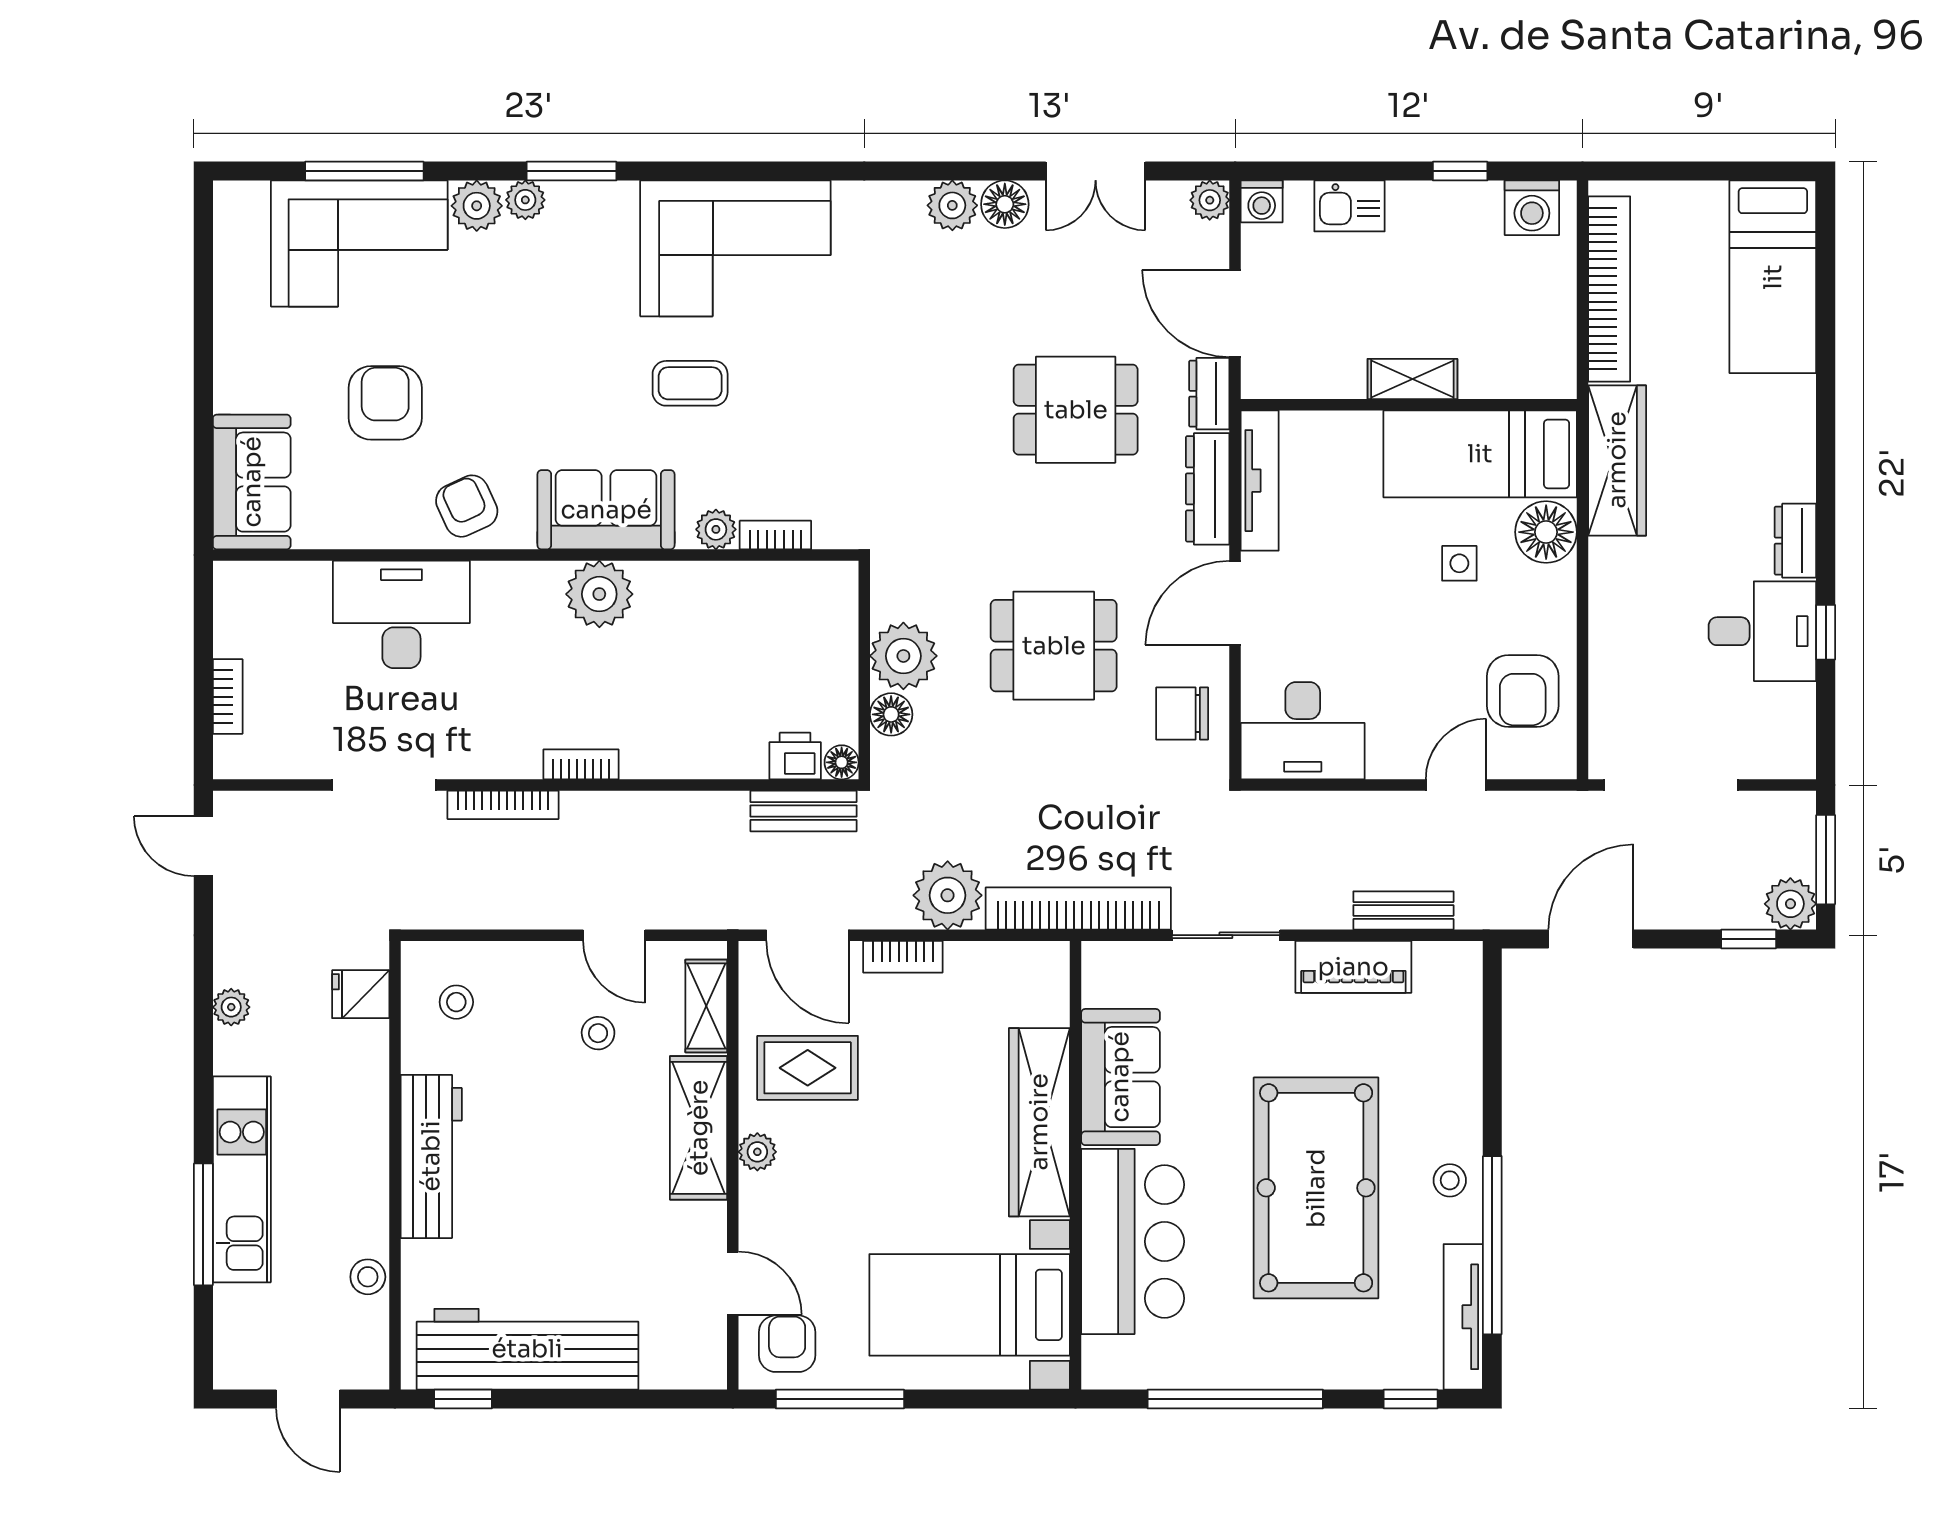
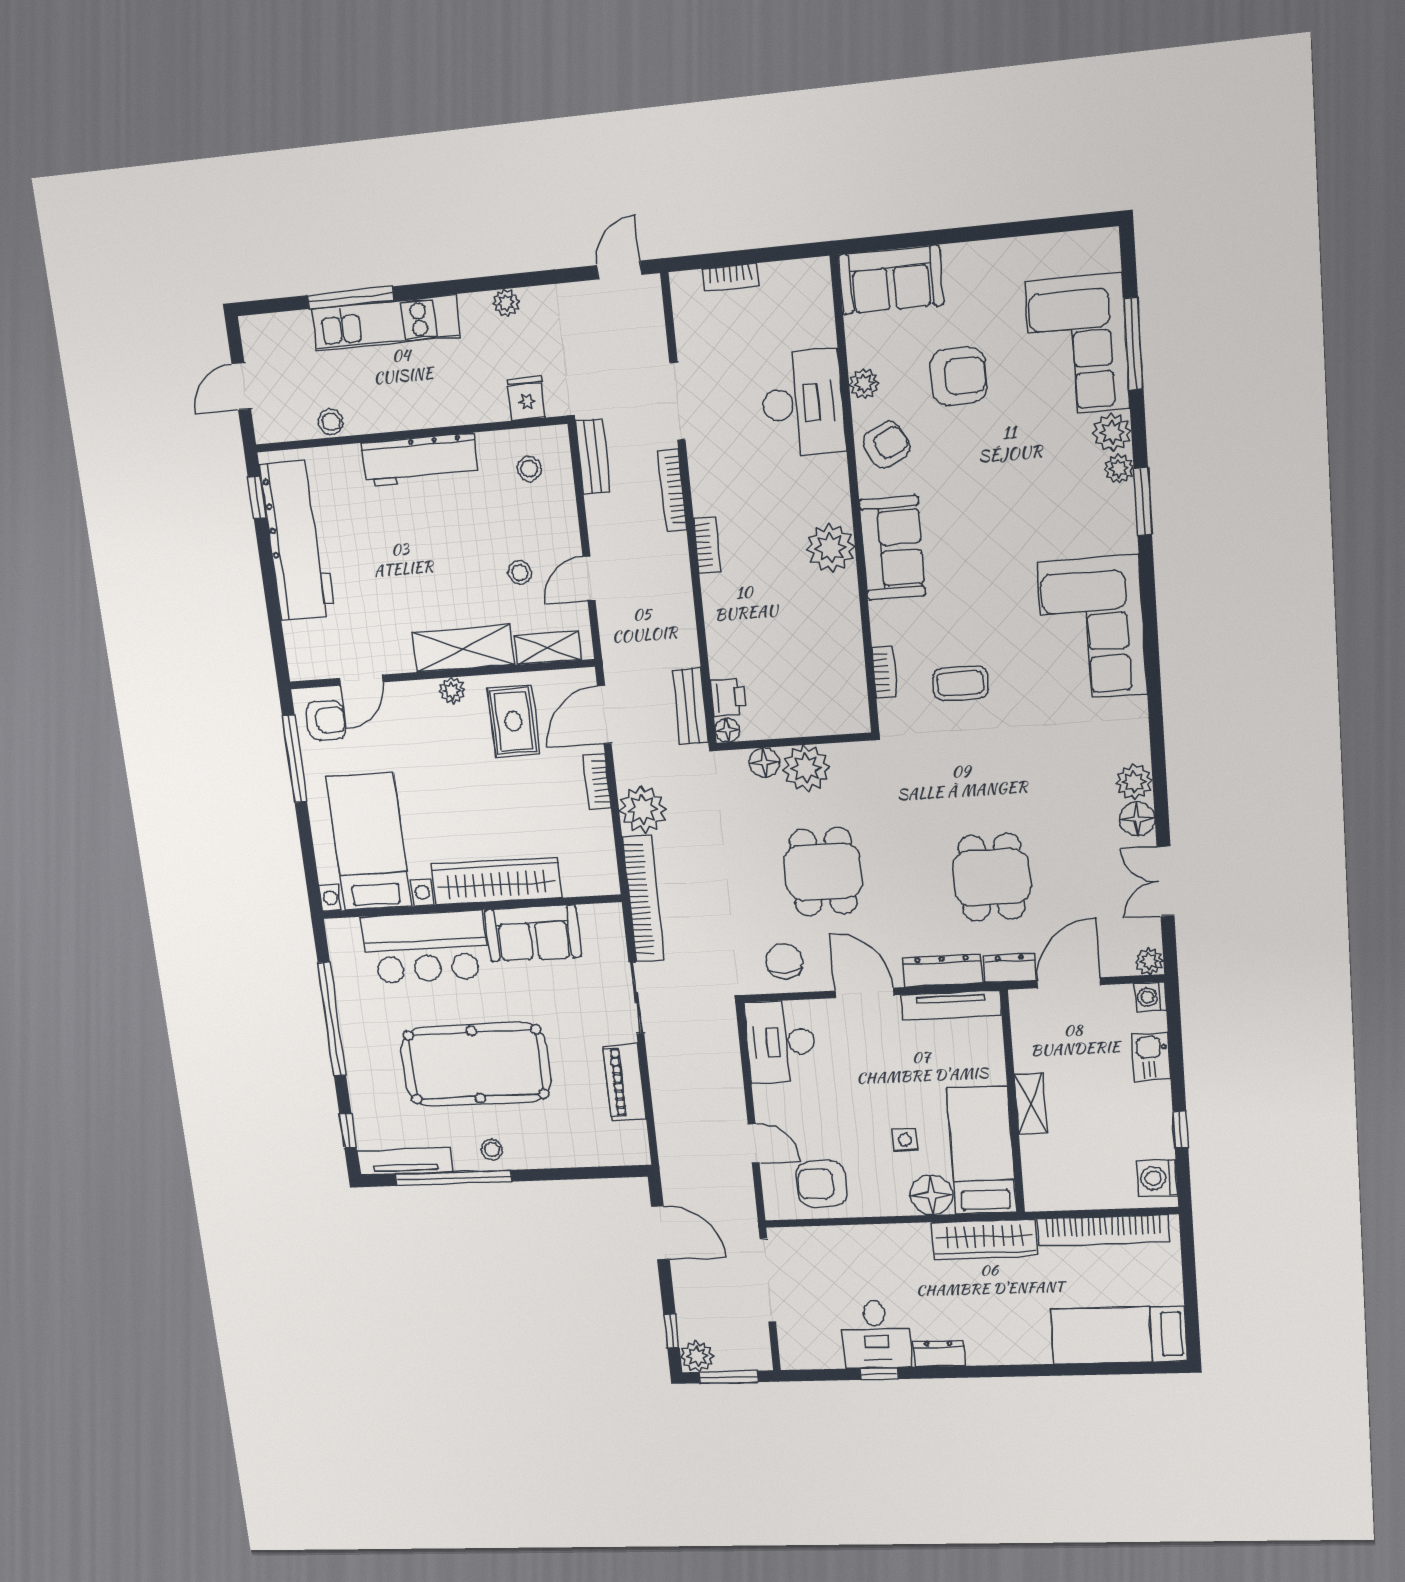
coffee table: (690, 383) -> (960, 683), moved, turned 90
plant: (716, 529) -> (864, 384), moved
bench: (1403, 910) -> (593, 457), moved

